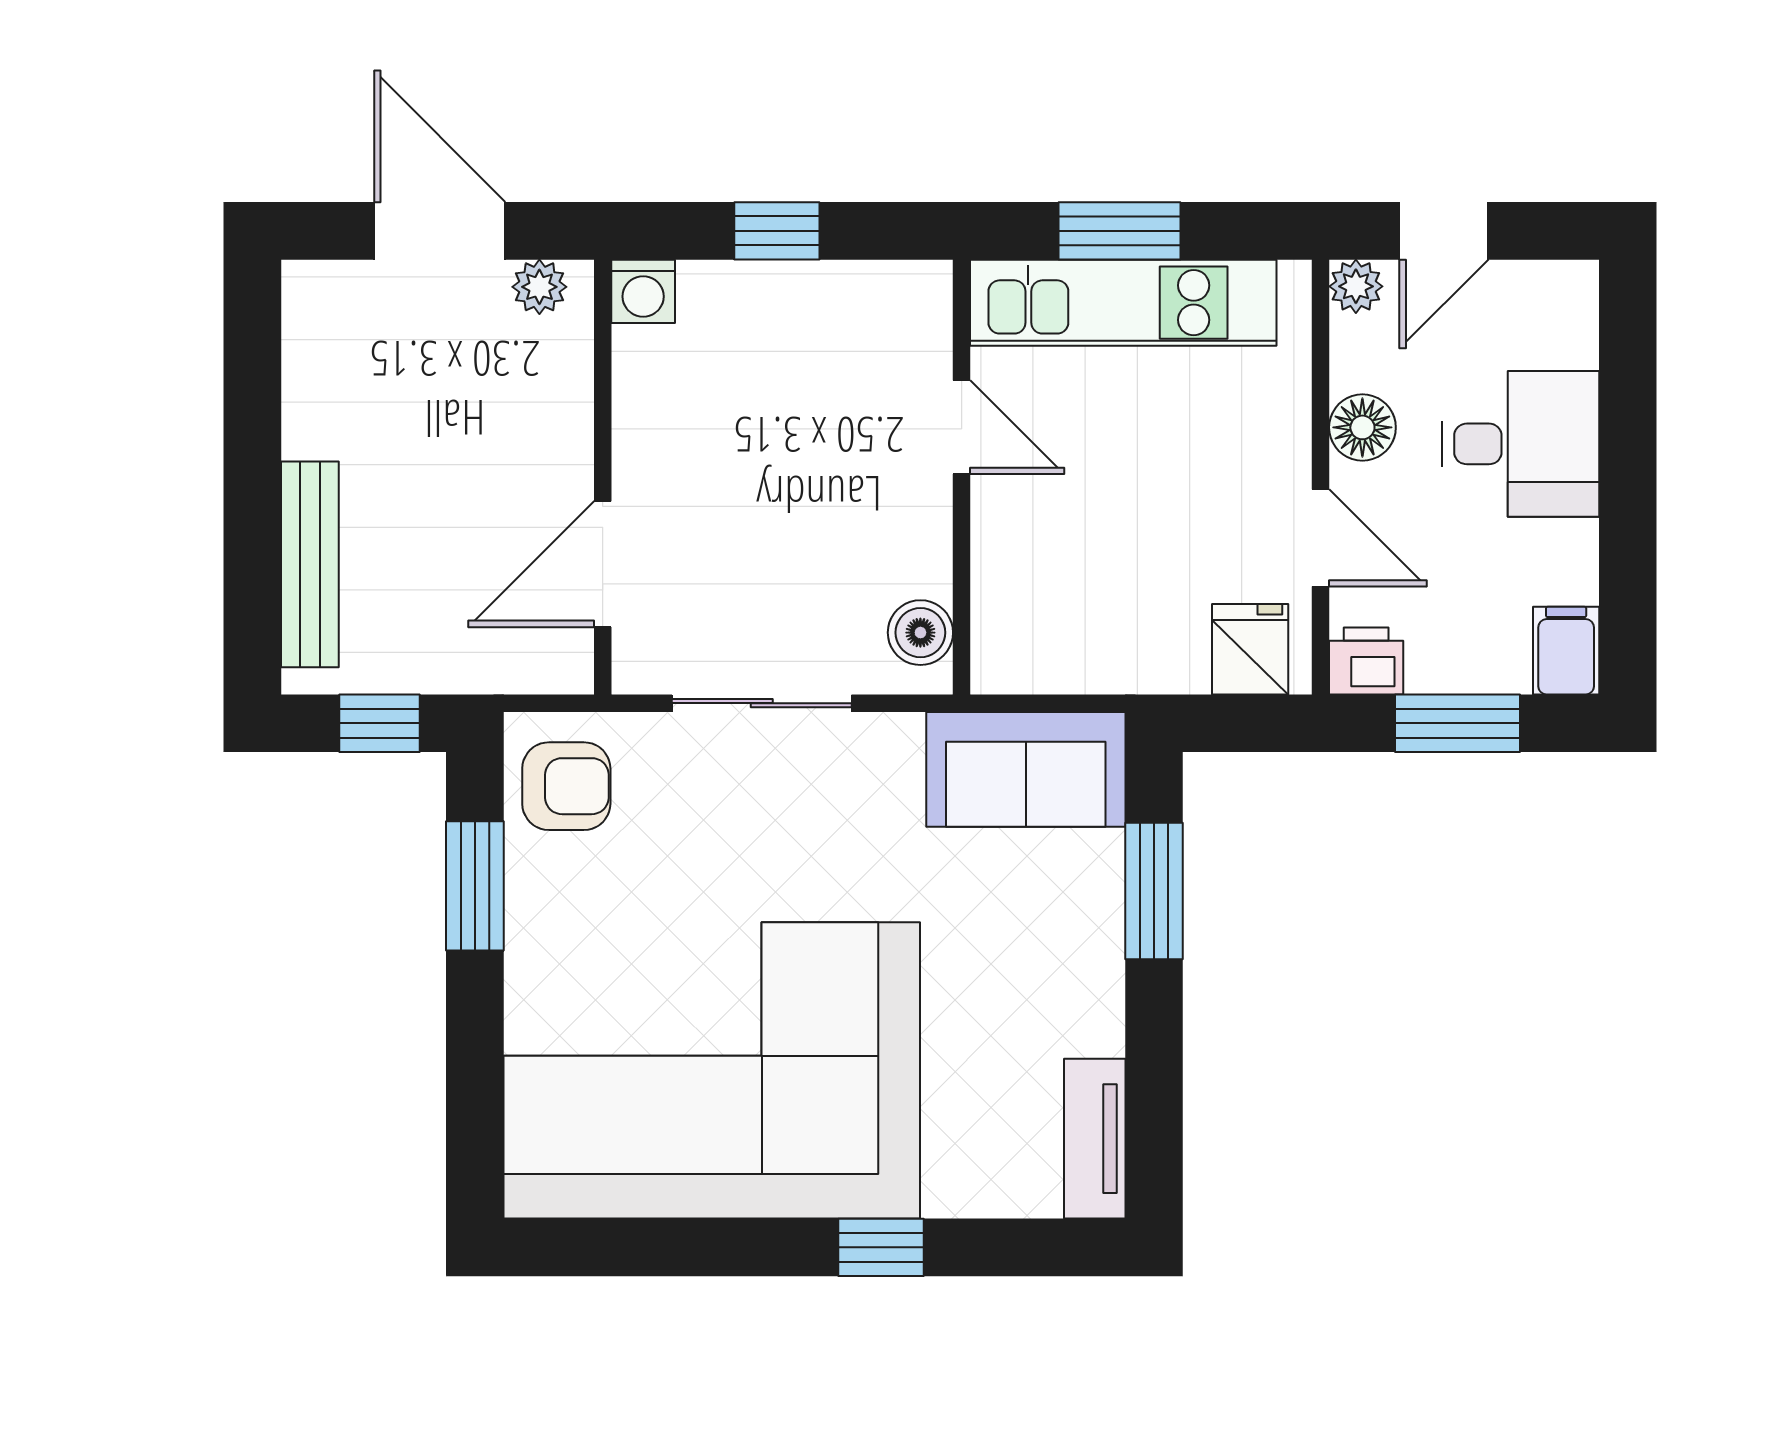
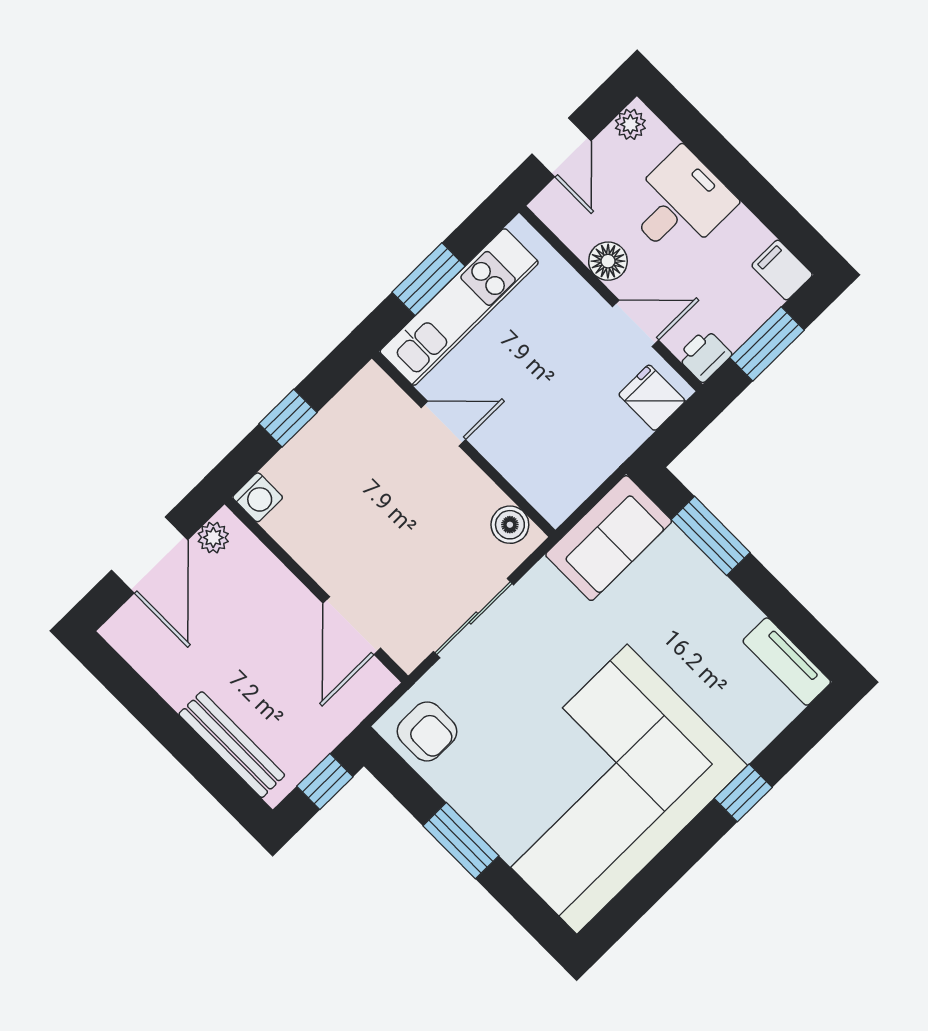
door: (440, 231) -> (150, 555), swing flipped
plant: (1356, 286) -> (630, 124), moved
armchair: (566, 786) -> (427, 731), turned 90
window: (475, 886) -> (461, 841), moved

